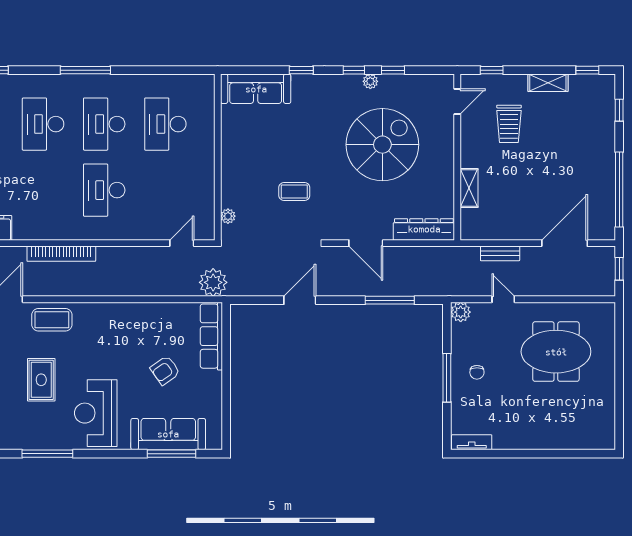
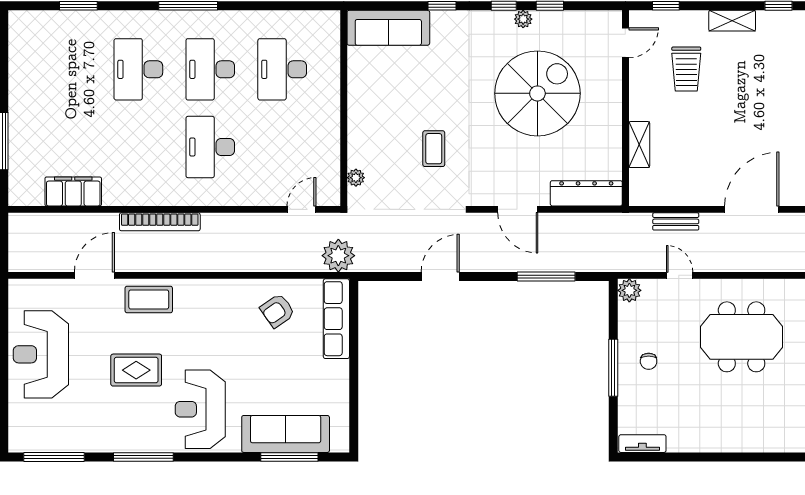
coffee table: (294, 192) -> (434, 149), turned 90
armchair: (165, 370) -> (277, 311), moved
rug: (41, 380) -> (136, 370), turned 90

